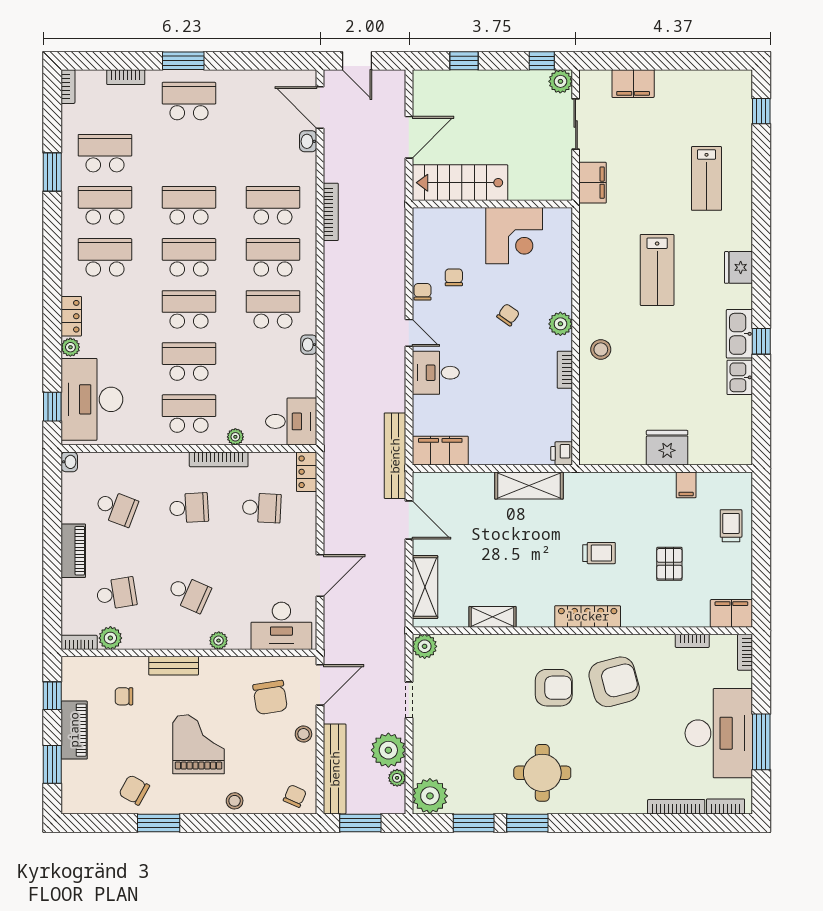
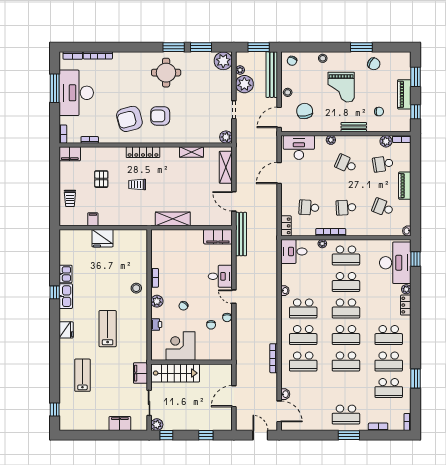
stairs: (460, 183) -> (175, 373), moved
printer: (562, 453) -> (156, 324), moved

